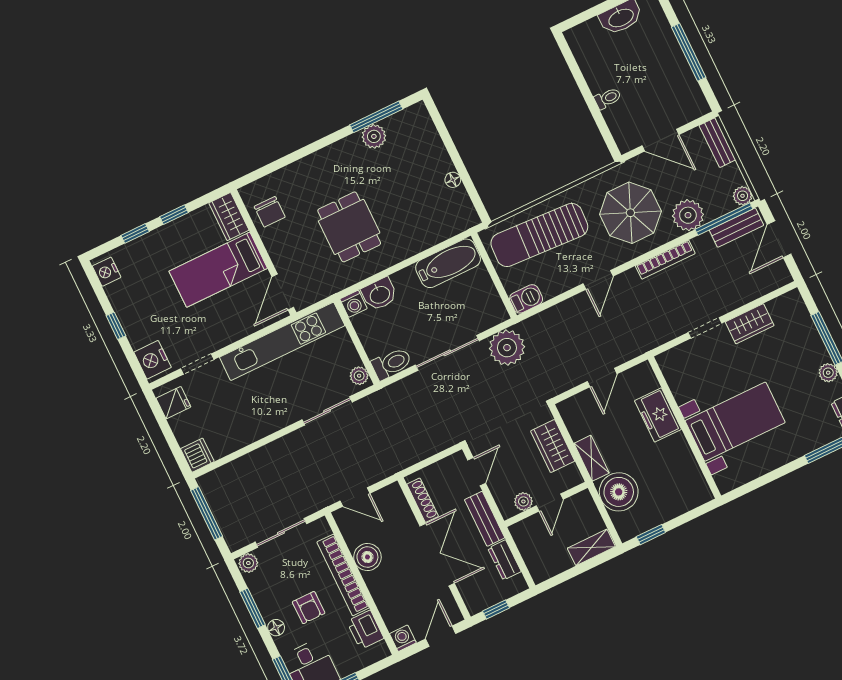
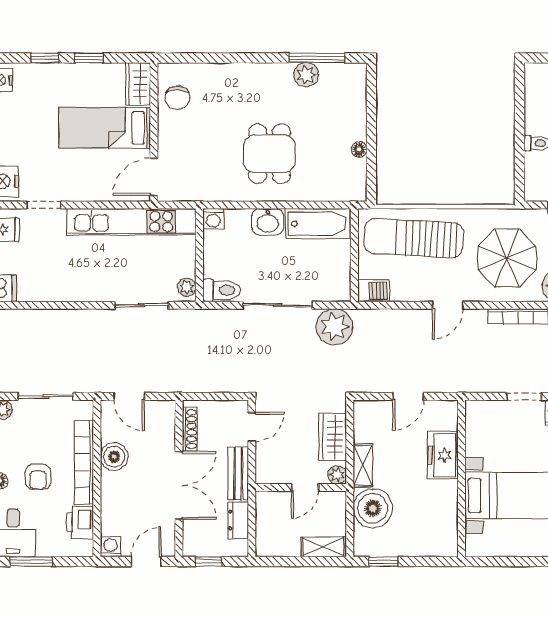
dining table: (349, 227) -> (269, 154), moved
washbasin: (380, 294) -> (268, 222), moved
plant: (523, 501) -> (337, 475), moved

